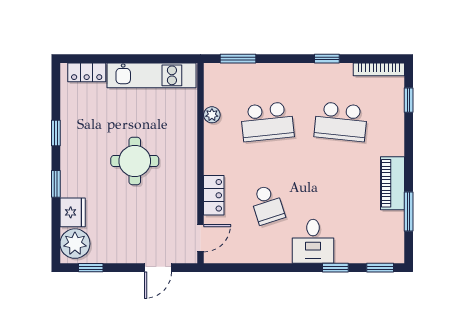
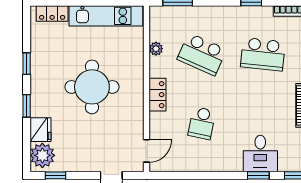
school desk: (267, 122) -> (202, 54), turned 30
round table: (135, 161) -> (92, 87), width x1.36, depth x1.36
locker: (214, 195) -> (157, 95), moved
school desk: (267, 205) -> (202, 123), turned 30
desk: (313, 241) -> (260, 154), moved

